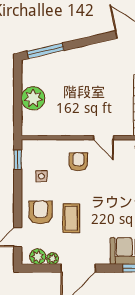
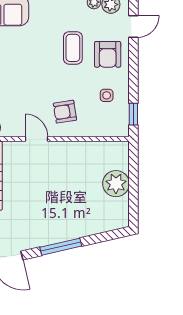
window: (46, 51) -> (61, 247), moved
armchair: (78, 162) -> (65, 112), turned 80

